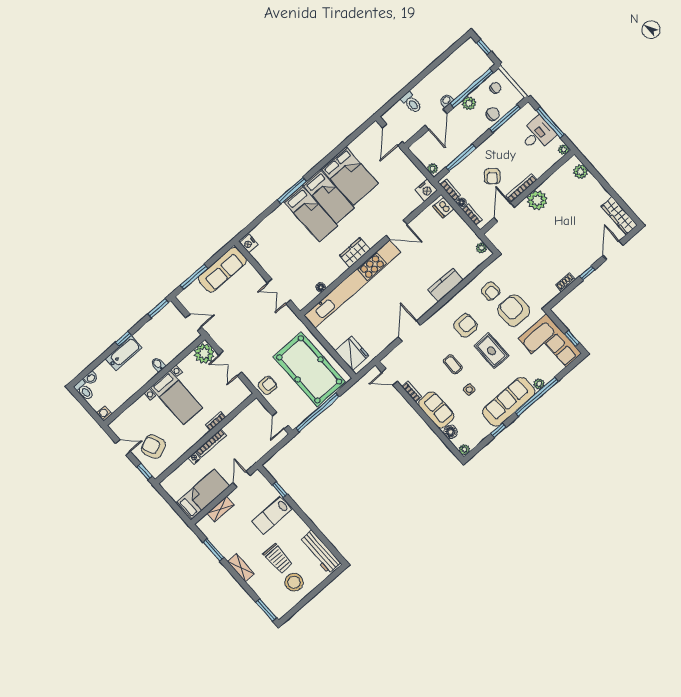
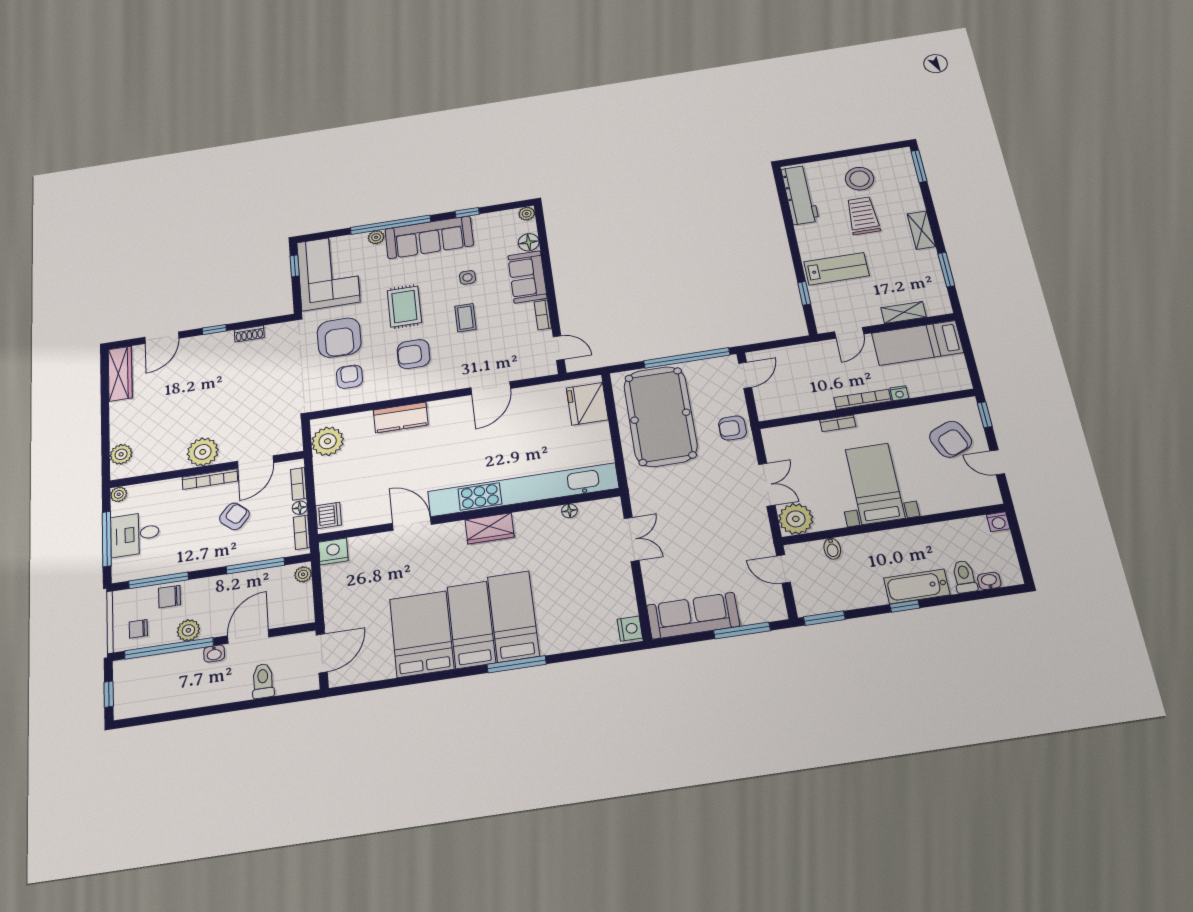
plant: (481, 248) -> (328, 441), width x1.88, depth x1.88
bidet: (158, 364) -> (832, 549), moved
toilet: (84, 390) -> (964, 577), moved

